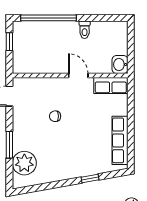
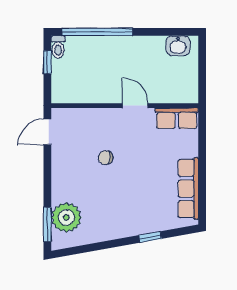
toilet: (85, 30) -> (58, 47), moved
washbasin: (120, 65) -> (178, 46), moved, turned -90
window: (9, 145) -> (47, 224), moved

